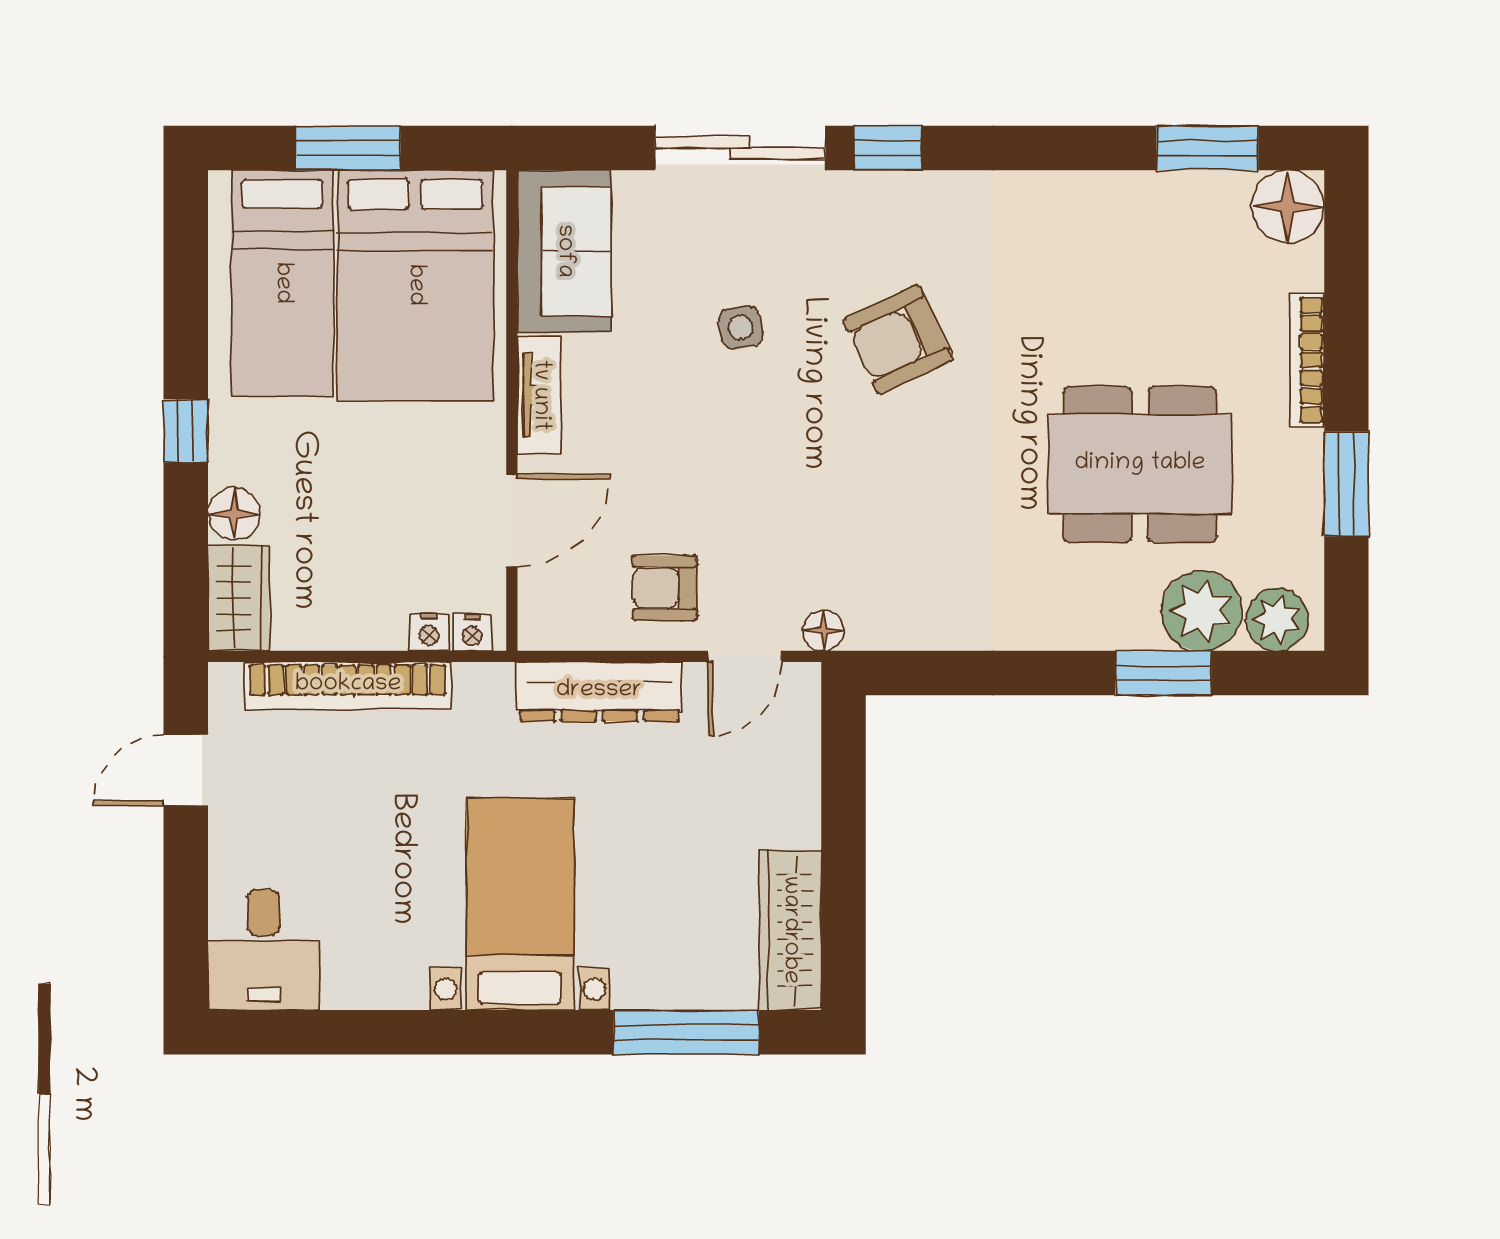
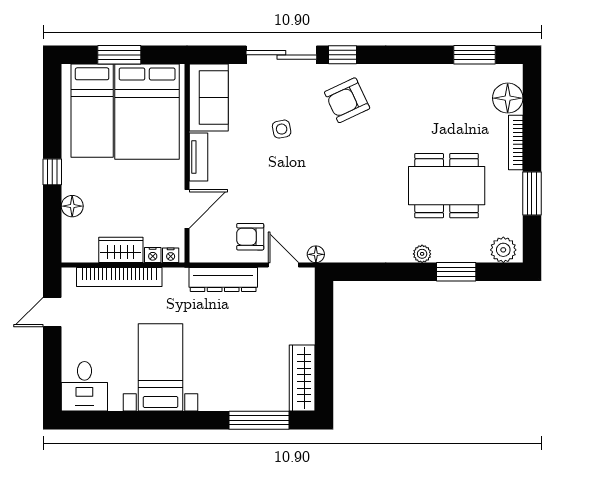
floor lamp: (1288, 207) -> (508, 98), moved
armchair: (898, 340) -> (347, 100), moved
wardrobe: (239, 598) -> (121, 250), moved, turned -90
plant: (1201, 611) -> (422, 254), moved, width x0.53, depth x0.53
door: (745, 656) -> (283, 265), swing flipped
bed with nightstands: (520, 904) -> (161, 367), moved

